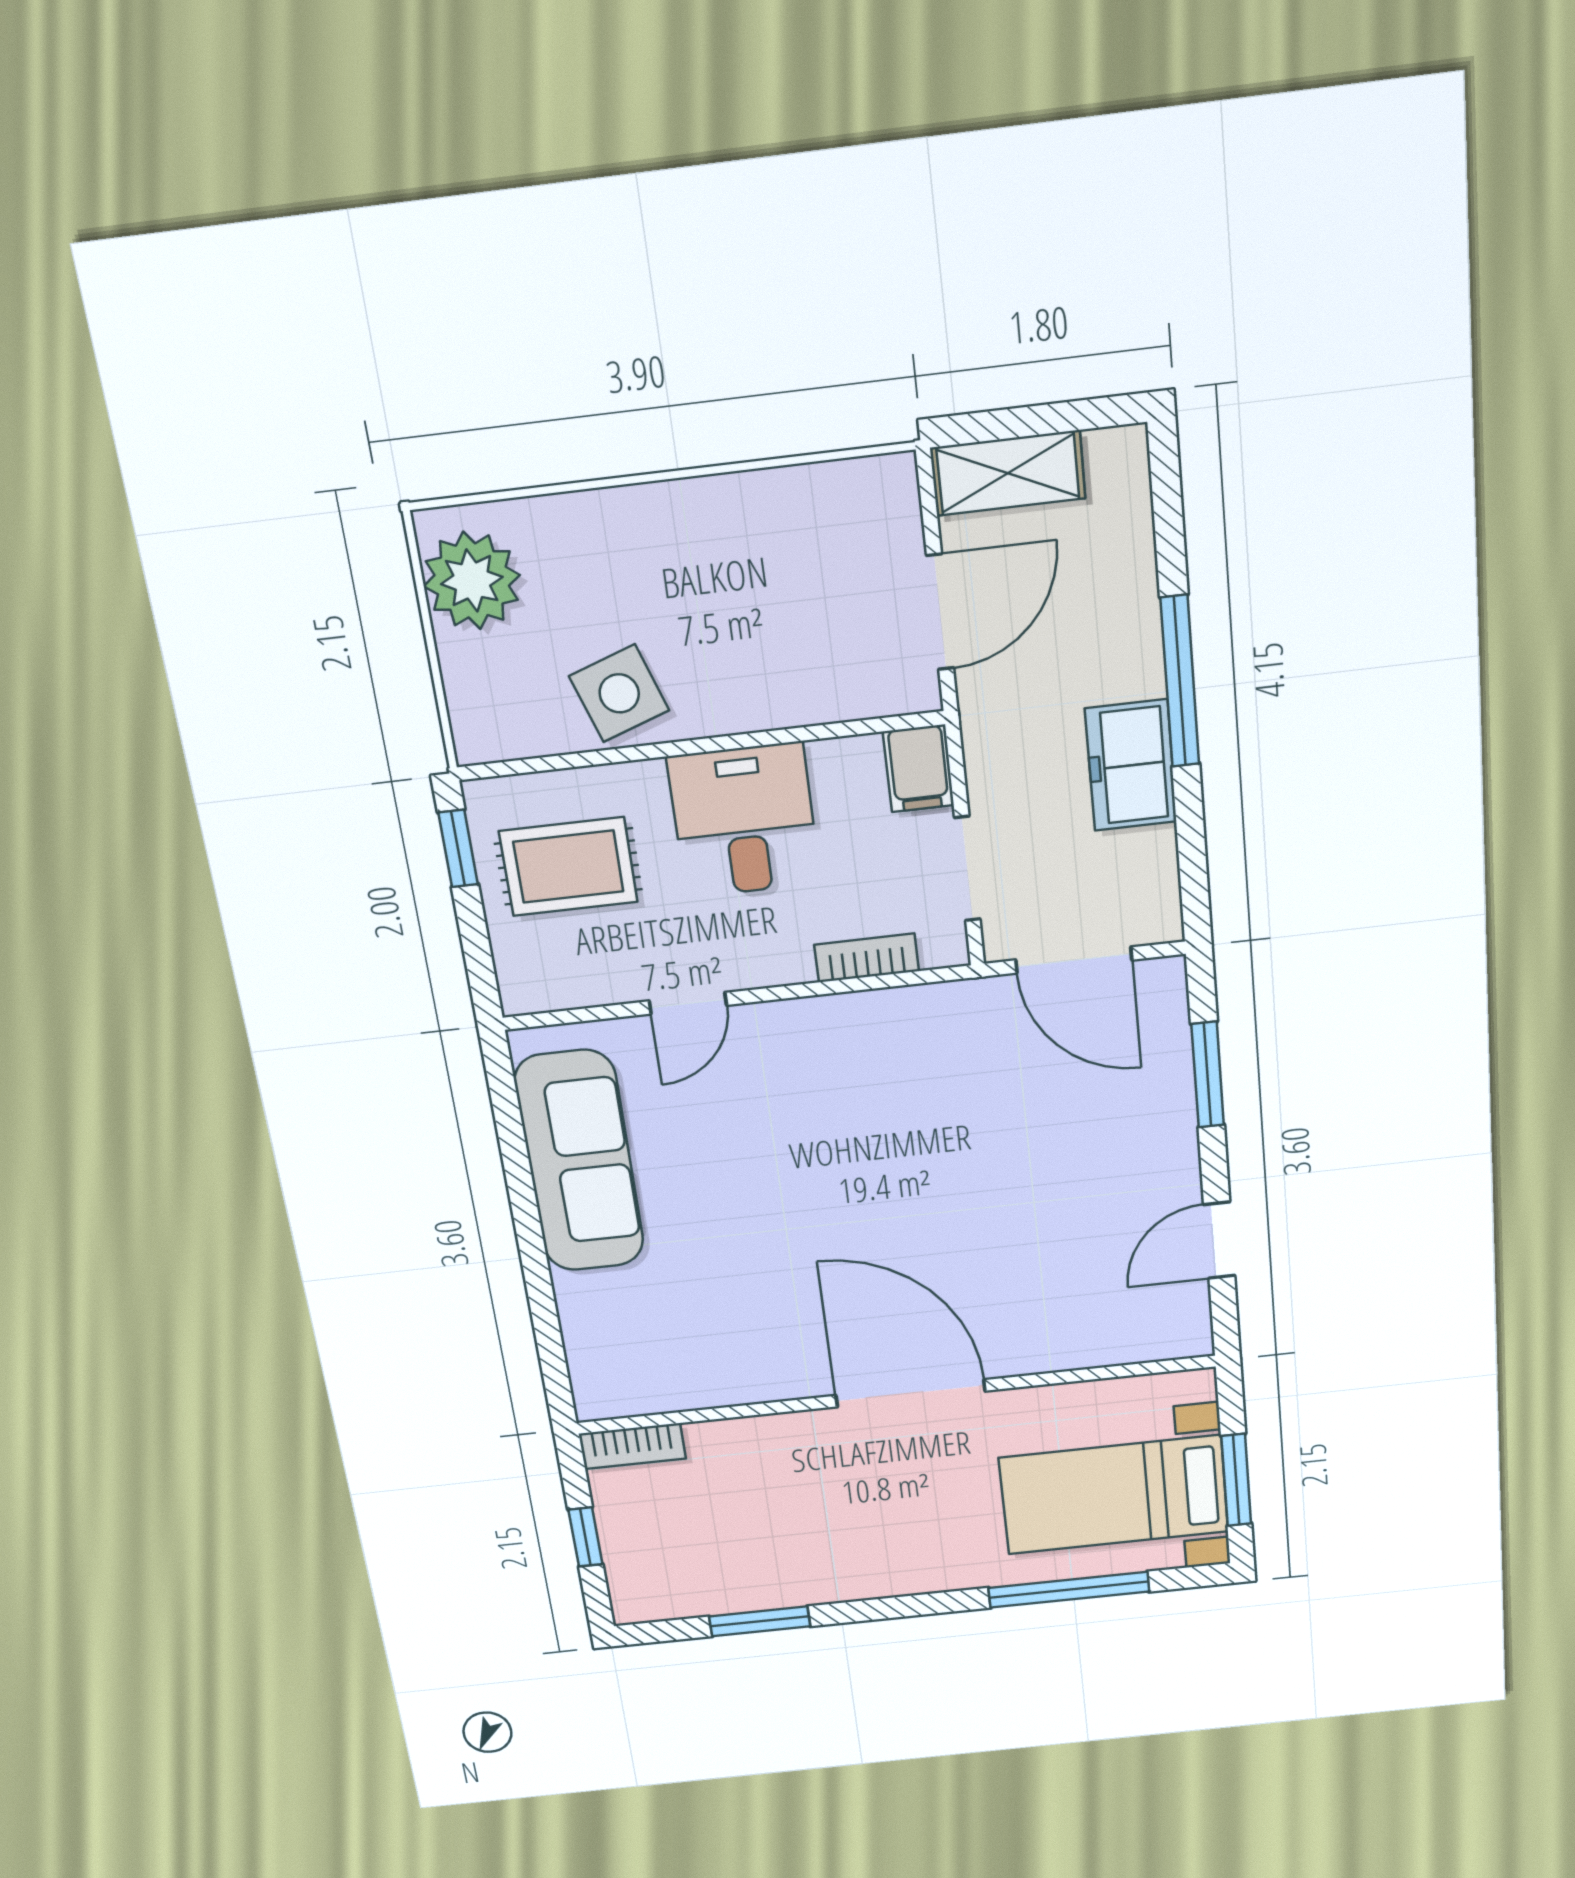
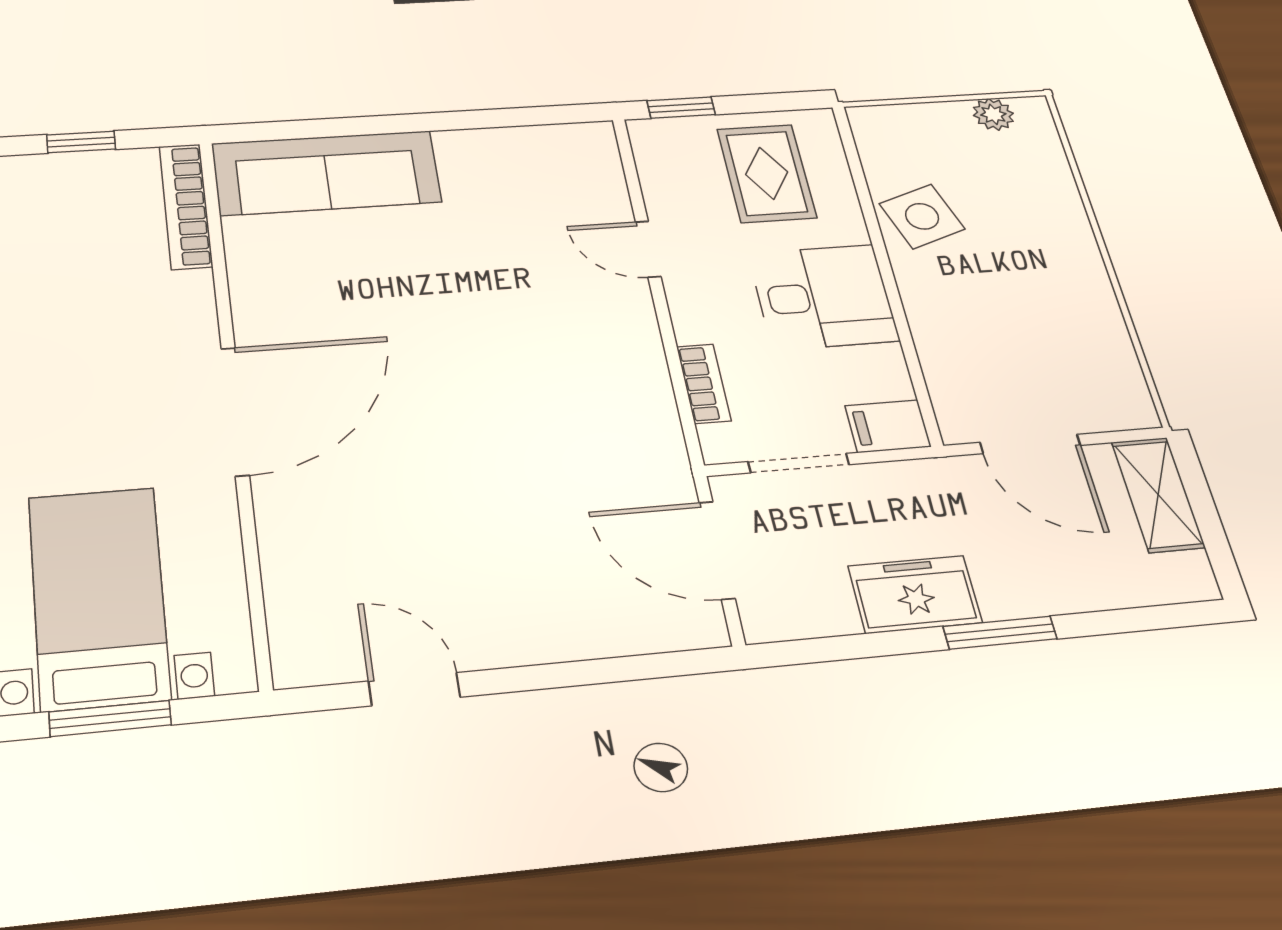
plant: (472, 581) -> (993, 114), width x0.53, depth x0.53
window: (1180, 681) -> (1000, 633), width x0.69
window: (458, 848) -> (681, 108), moved
door: (1074, 960) -> (717, 550), hinge flipped
window: (1208, 1075) -> (604, 671), removed
sofa: (579, 1161) -> (326, 173), moved
bookcase: (632, 1446) -> (186, 206), width x1.56

